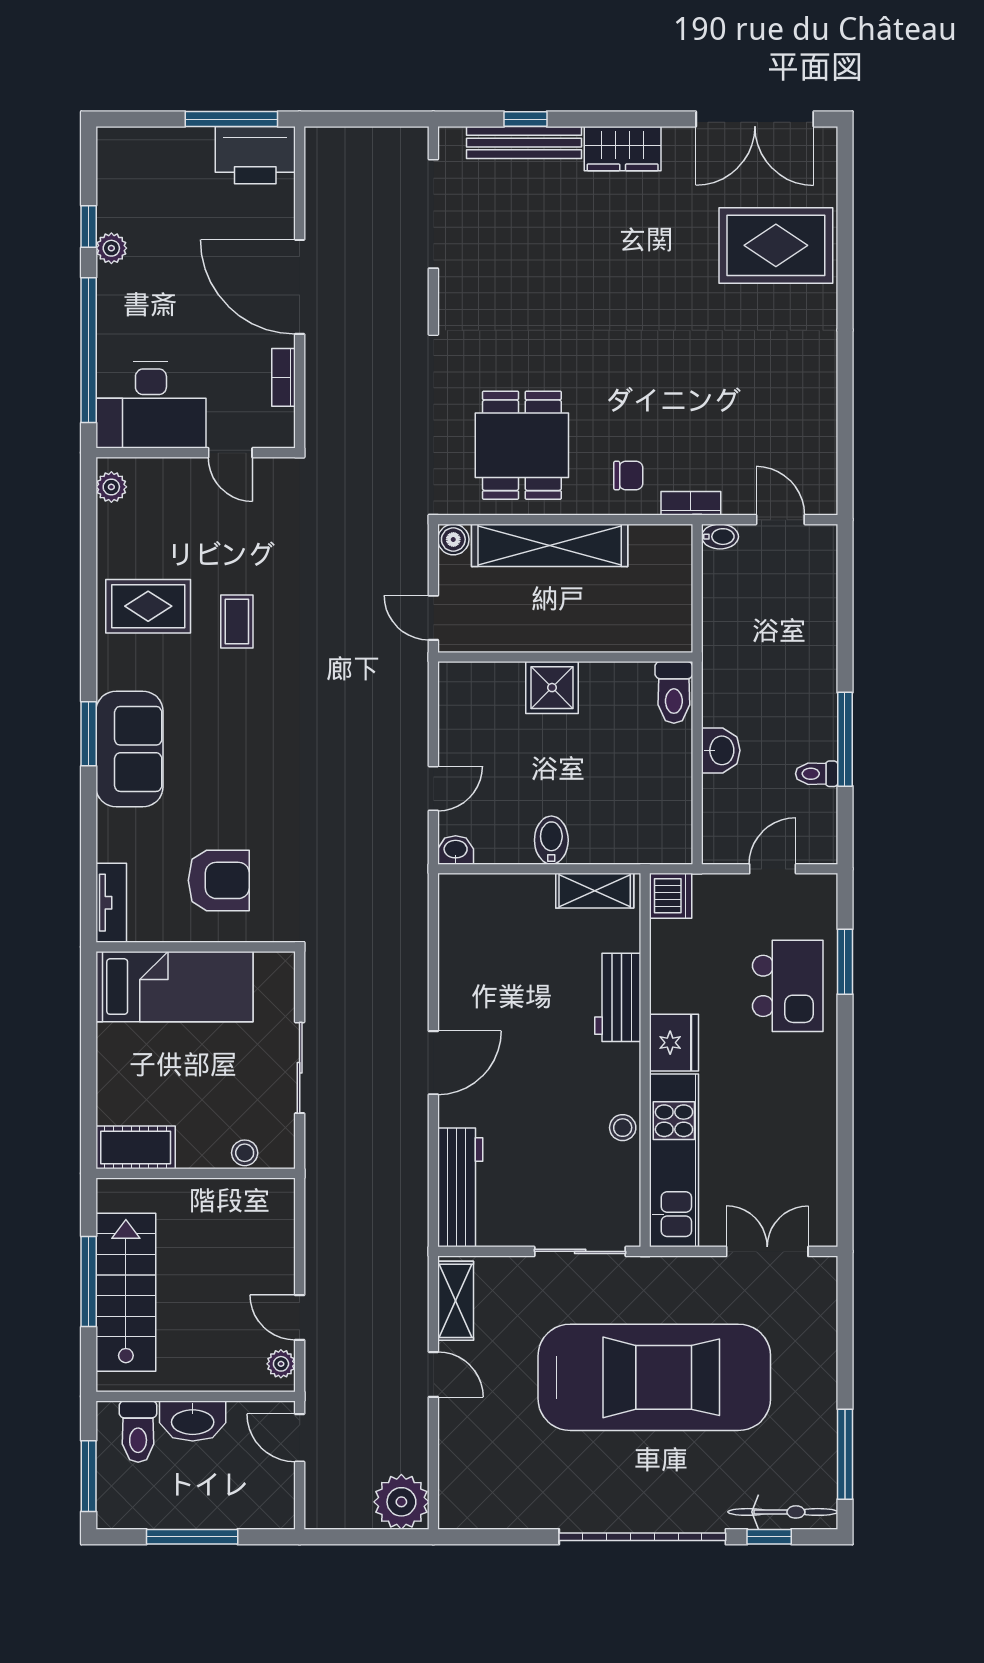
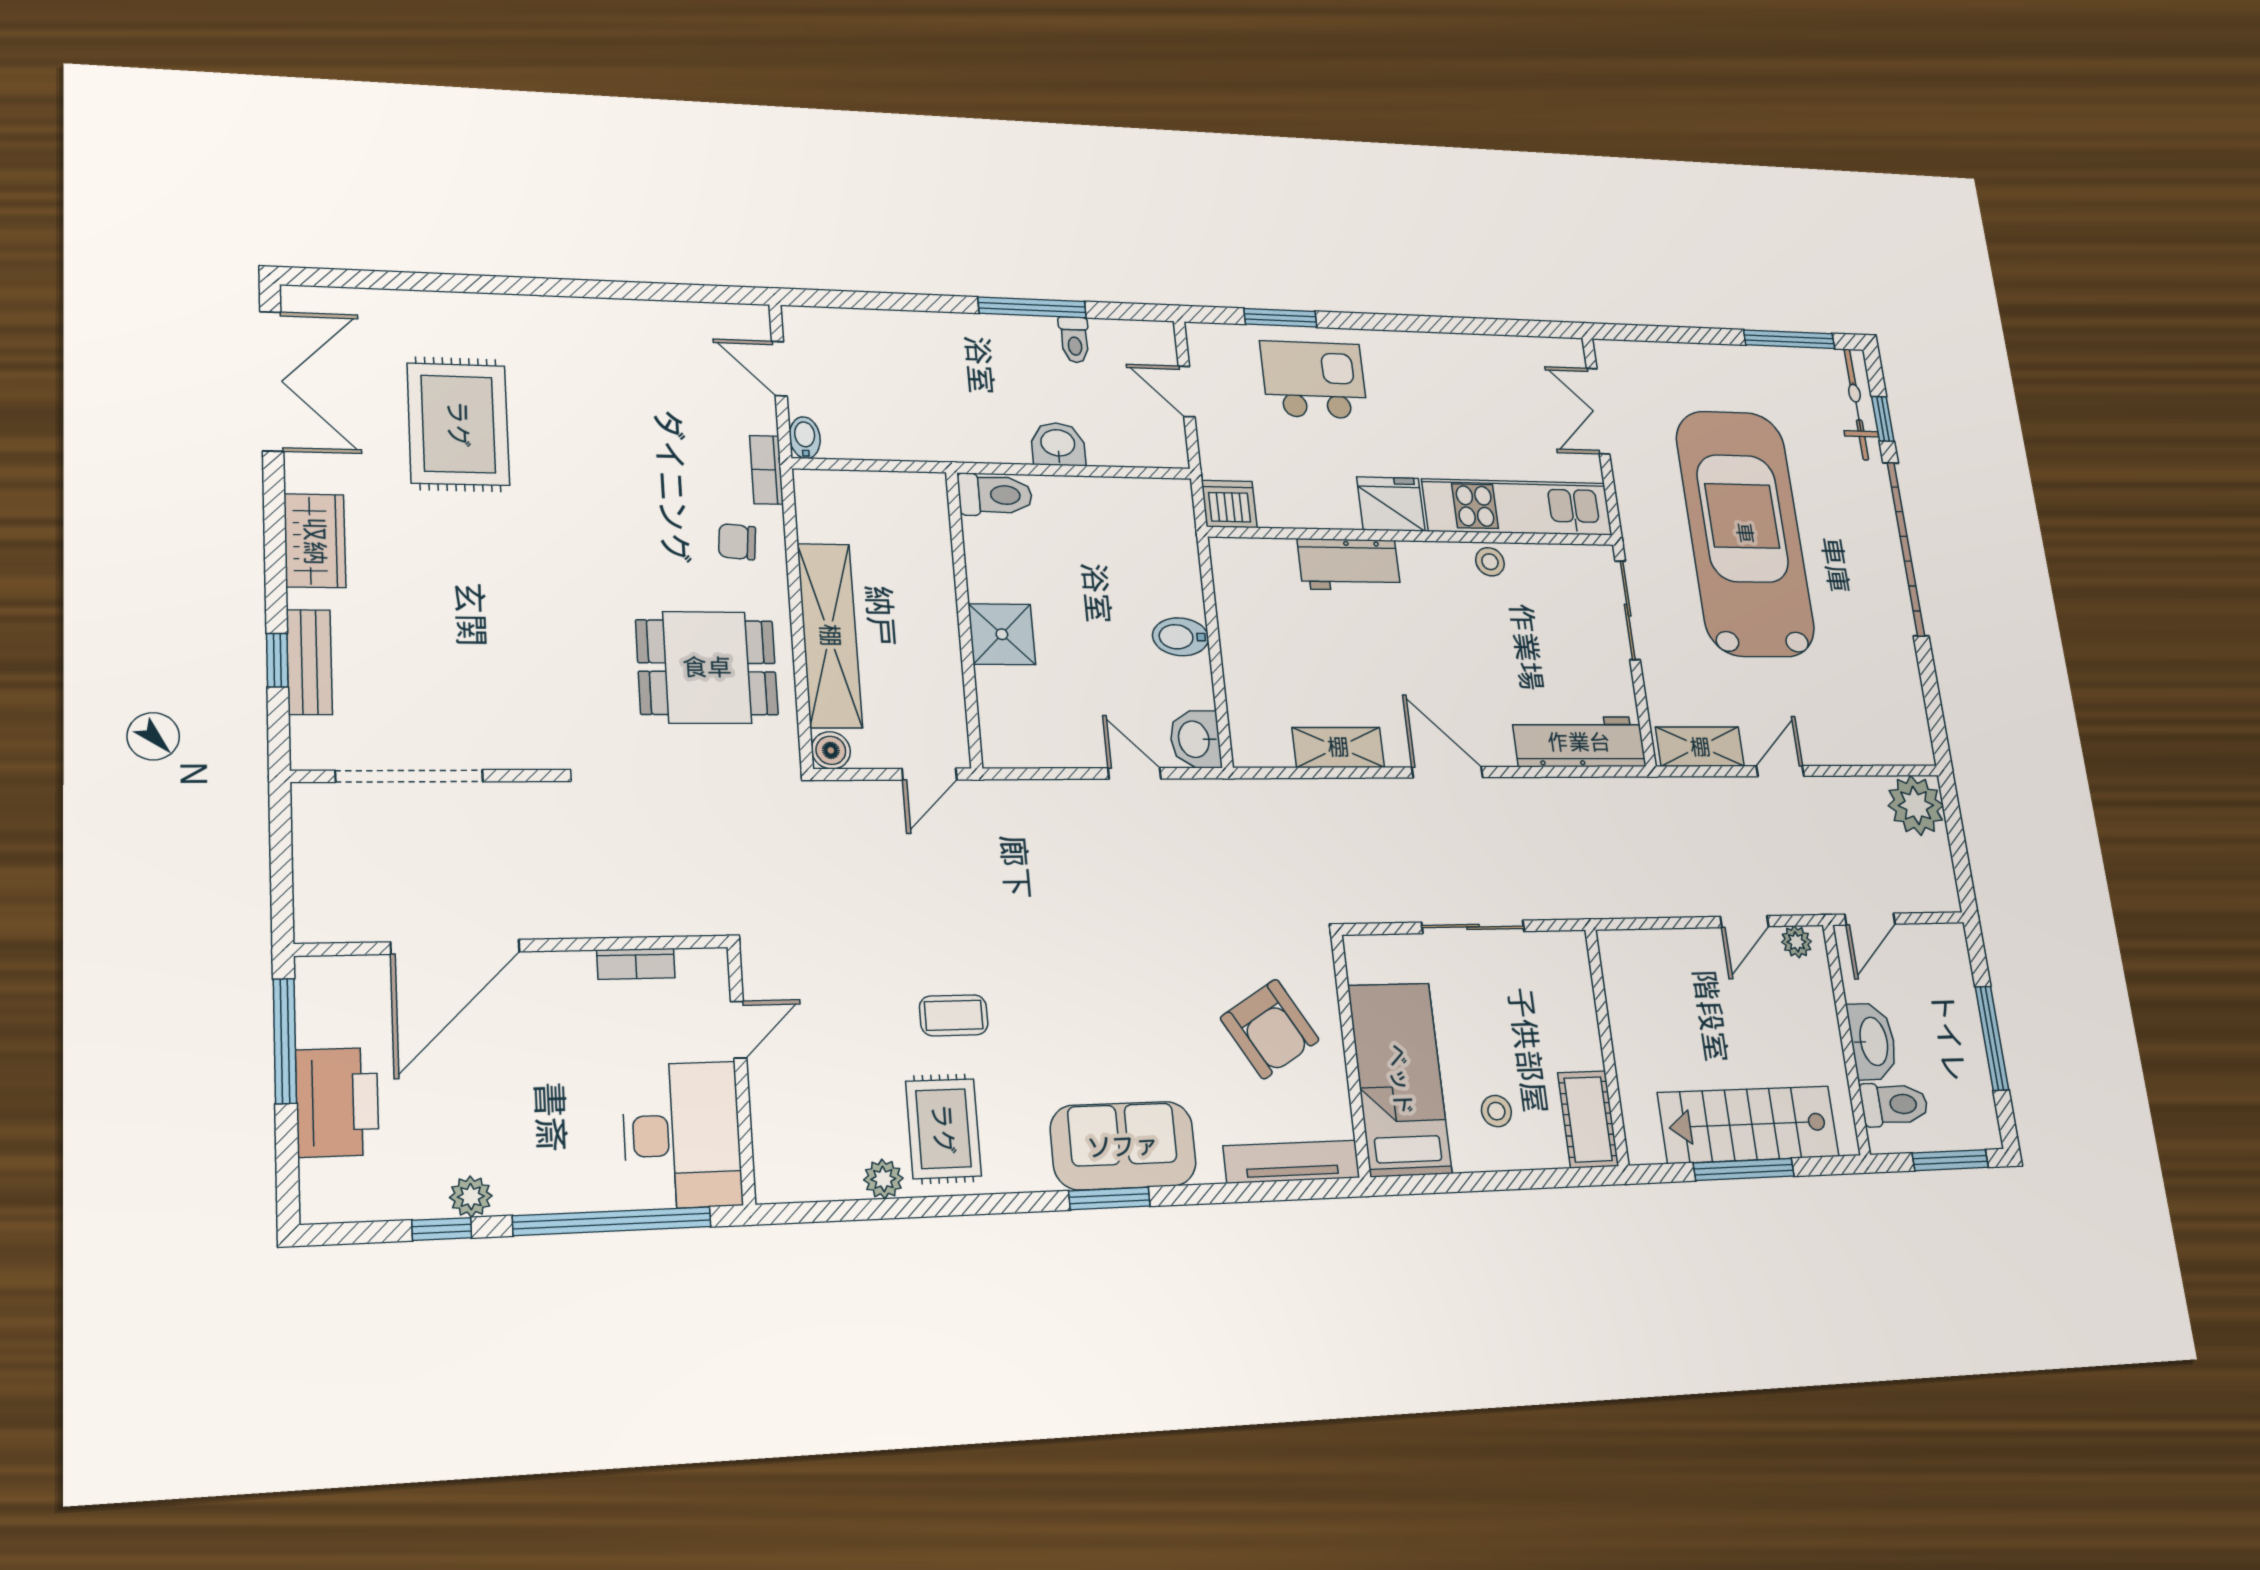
bench: (524, 143) -> (309, 662), width x0.73
printer: (255, 155) -> (337, 1102), moved
rug: (776, 245) -> (458, 424), moved
door: (300, 287) -> (455, 947), moved
chair: (628, 476) -> (737, 542), turned -85
plant: (111, 487) -> (883, 1179), moved
door: (780, 520) -> (779, 369), hinge flipped
washbasin: (456, 850) -> (1195, 739), width x1.38, depth x1.45
armchair: (219, 880) -> (1270, 1029), turned 149
shelving: (595, 891) -> (1338, 747), moved, turned 90
tv unit: (111, 903) -> (1292, 1162), width x1.41
stool: (245, 1153) -> (1496, 1111), moved

